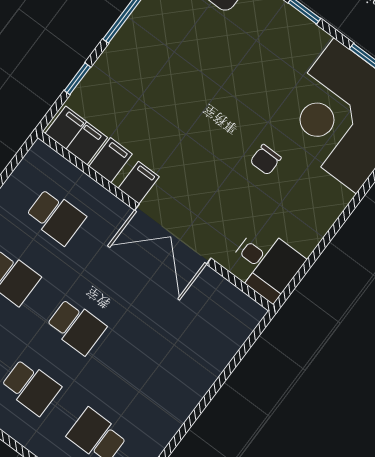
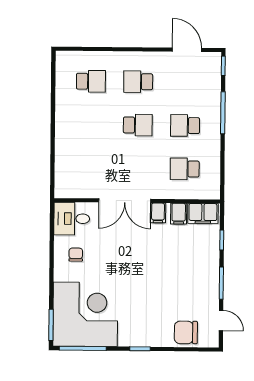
chair: (266, 160) -> (76, 255), moved
double door: (173, 234) -> (125, 201), swing flipped
school desk: (76, 327) -> (138, 125), turned 180

